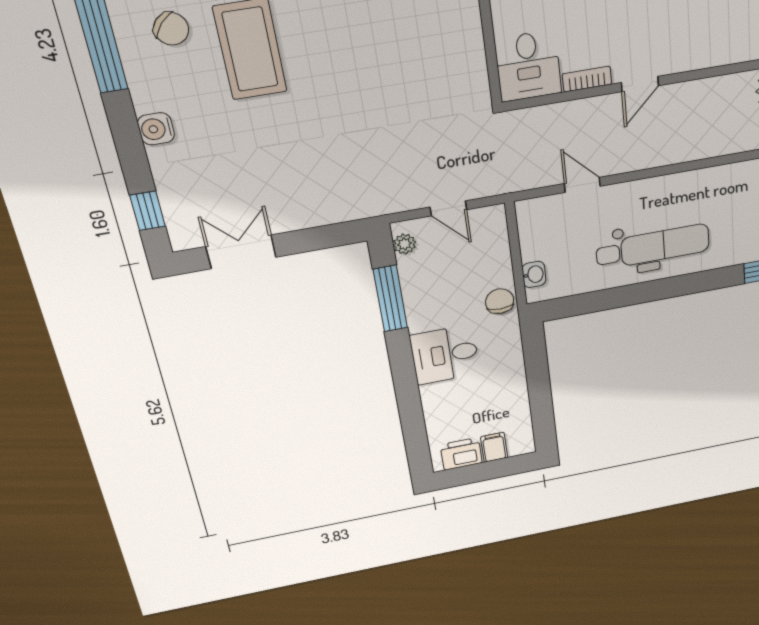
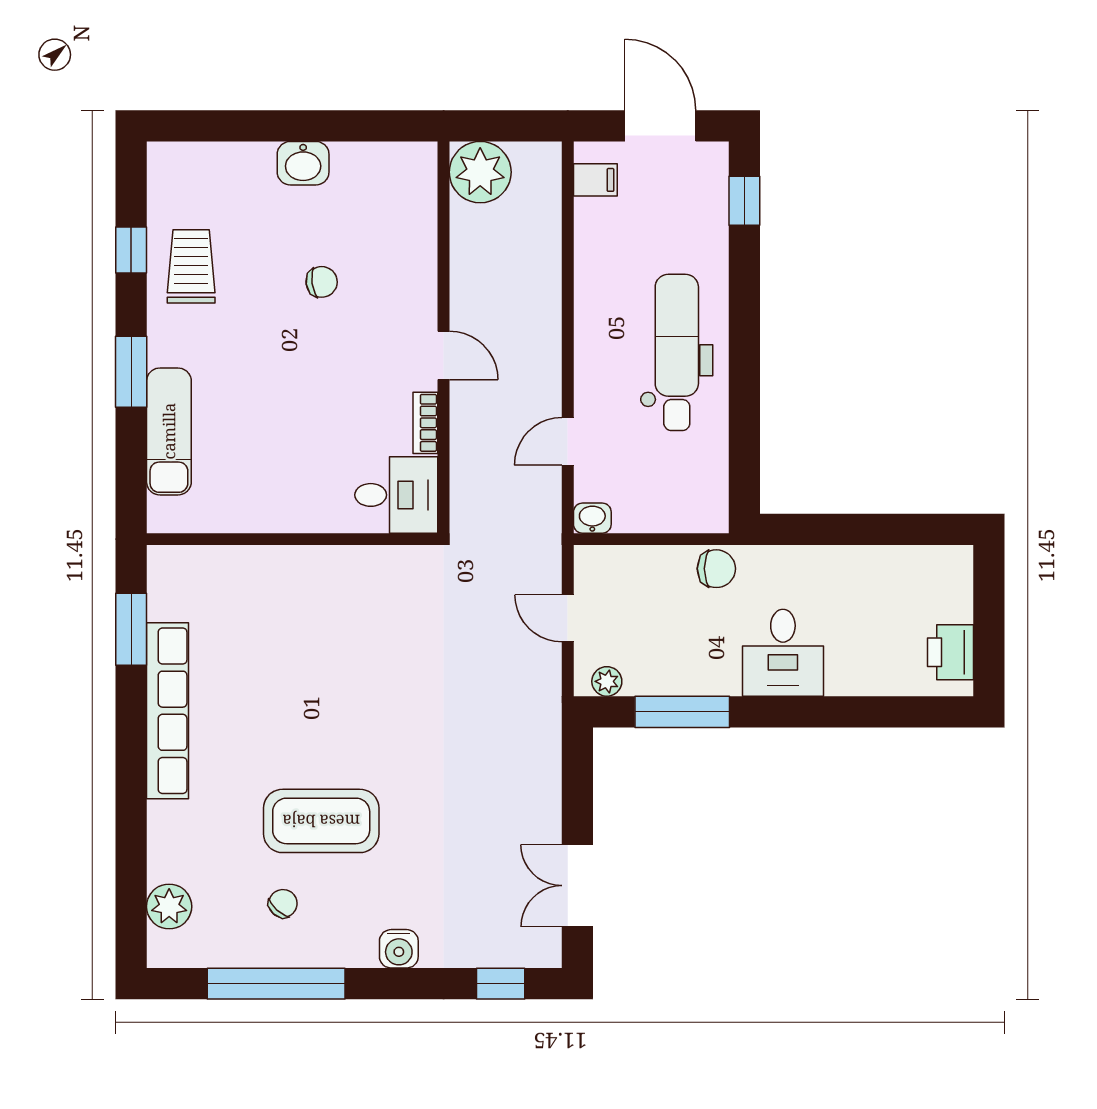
chair: (171, 29) -> (283, 904), width x0.73, depth x0.73
door: (448, 208) -> (568, 618), swing flipped
washbasin: (534, 274) -> (592, 518), moved
chair: (500, 301) -> (716, 569), turned 180
filing cabinet: (494, 447) -> (951, 604), removed

